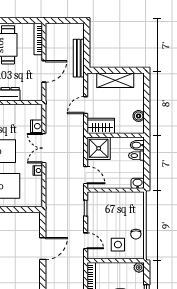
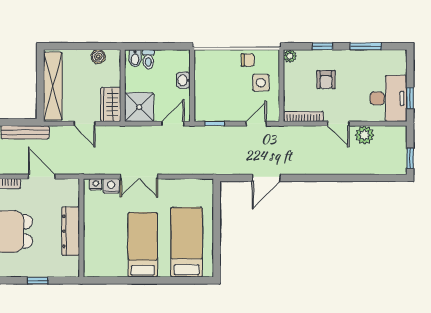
shelving: (115, 80) -> (53, 86), width x1.47
nightstand: (38, 171) -> (96, 184), moved
washbasin: (138, 183) -> (183, 80), moved
door: (43, 249) -> (266, 178), swing flipped

